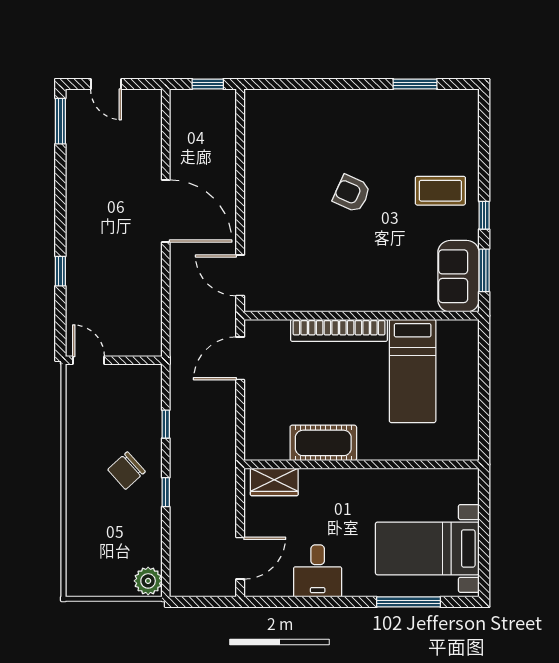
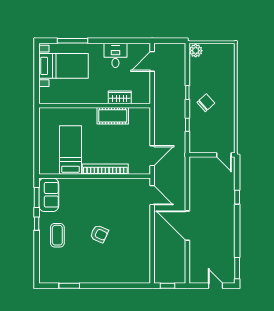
coffee table: (440, 191) -> (57, 235), turned 90
wardrobe: (274, 482) -> (120, 97), moved

